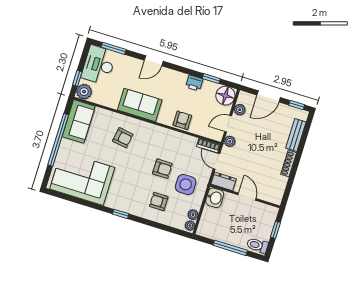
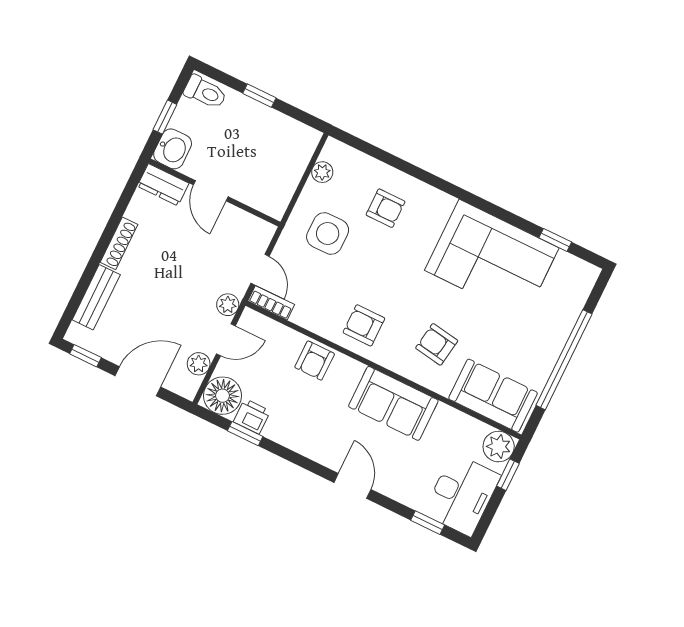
window: (114, 48) -> (428, 523), width x0.67
door: (154, 61) -> (352, 486), hinge flipped
printer: (194, 83) -> (252, 416), moved
sofa: (79, 121) -> (493, 396), moved, turned 90
armchair: (162, 169) -> (364, 325), moved
corner sofa: (82, 178) -> (492, 259), moved
dresser: (224, 181) -> (163, 185), moved
washbasin: (215, 198) -> (173, 149), moved, turned 180
window: (121, 214) -> (555, 240), moved
plant: (190, 226) -> (332, 152), removed
window: (230, 248) -> (259, 96), width x0.46

